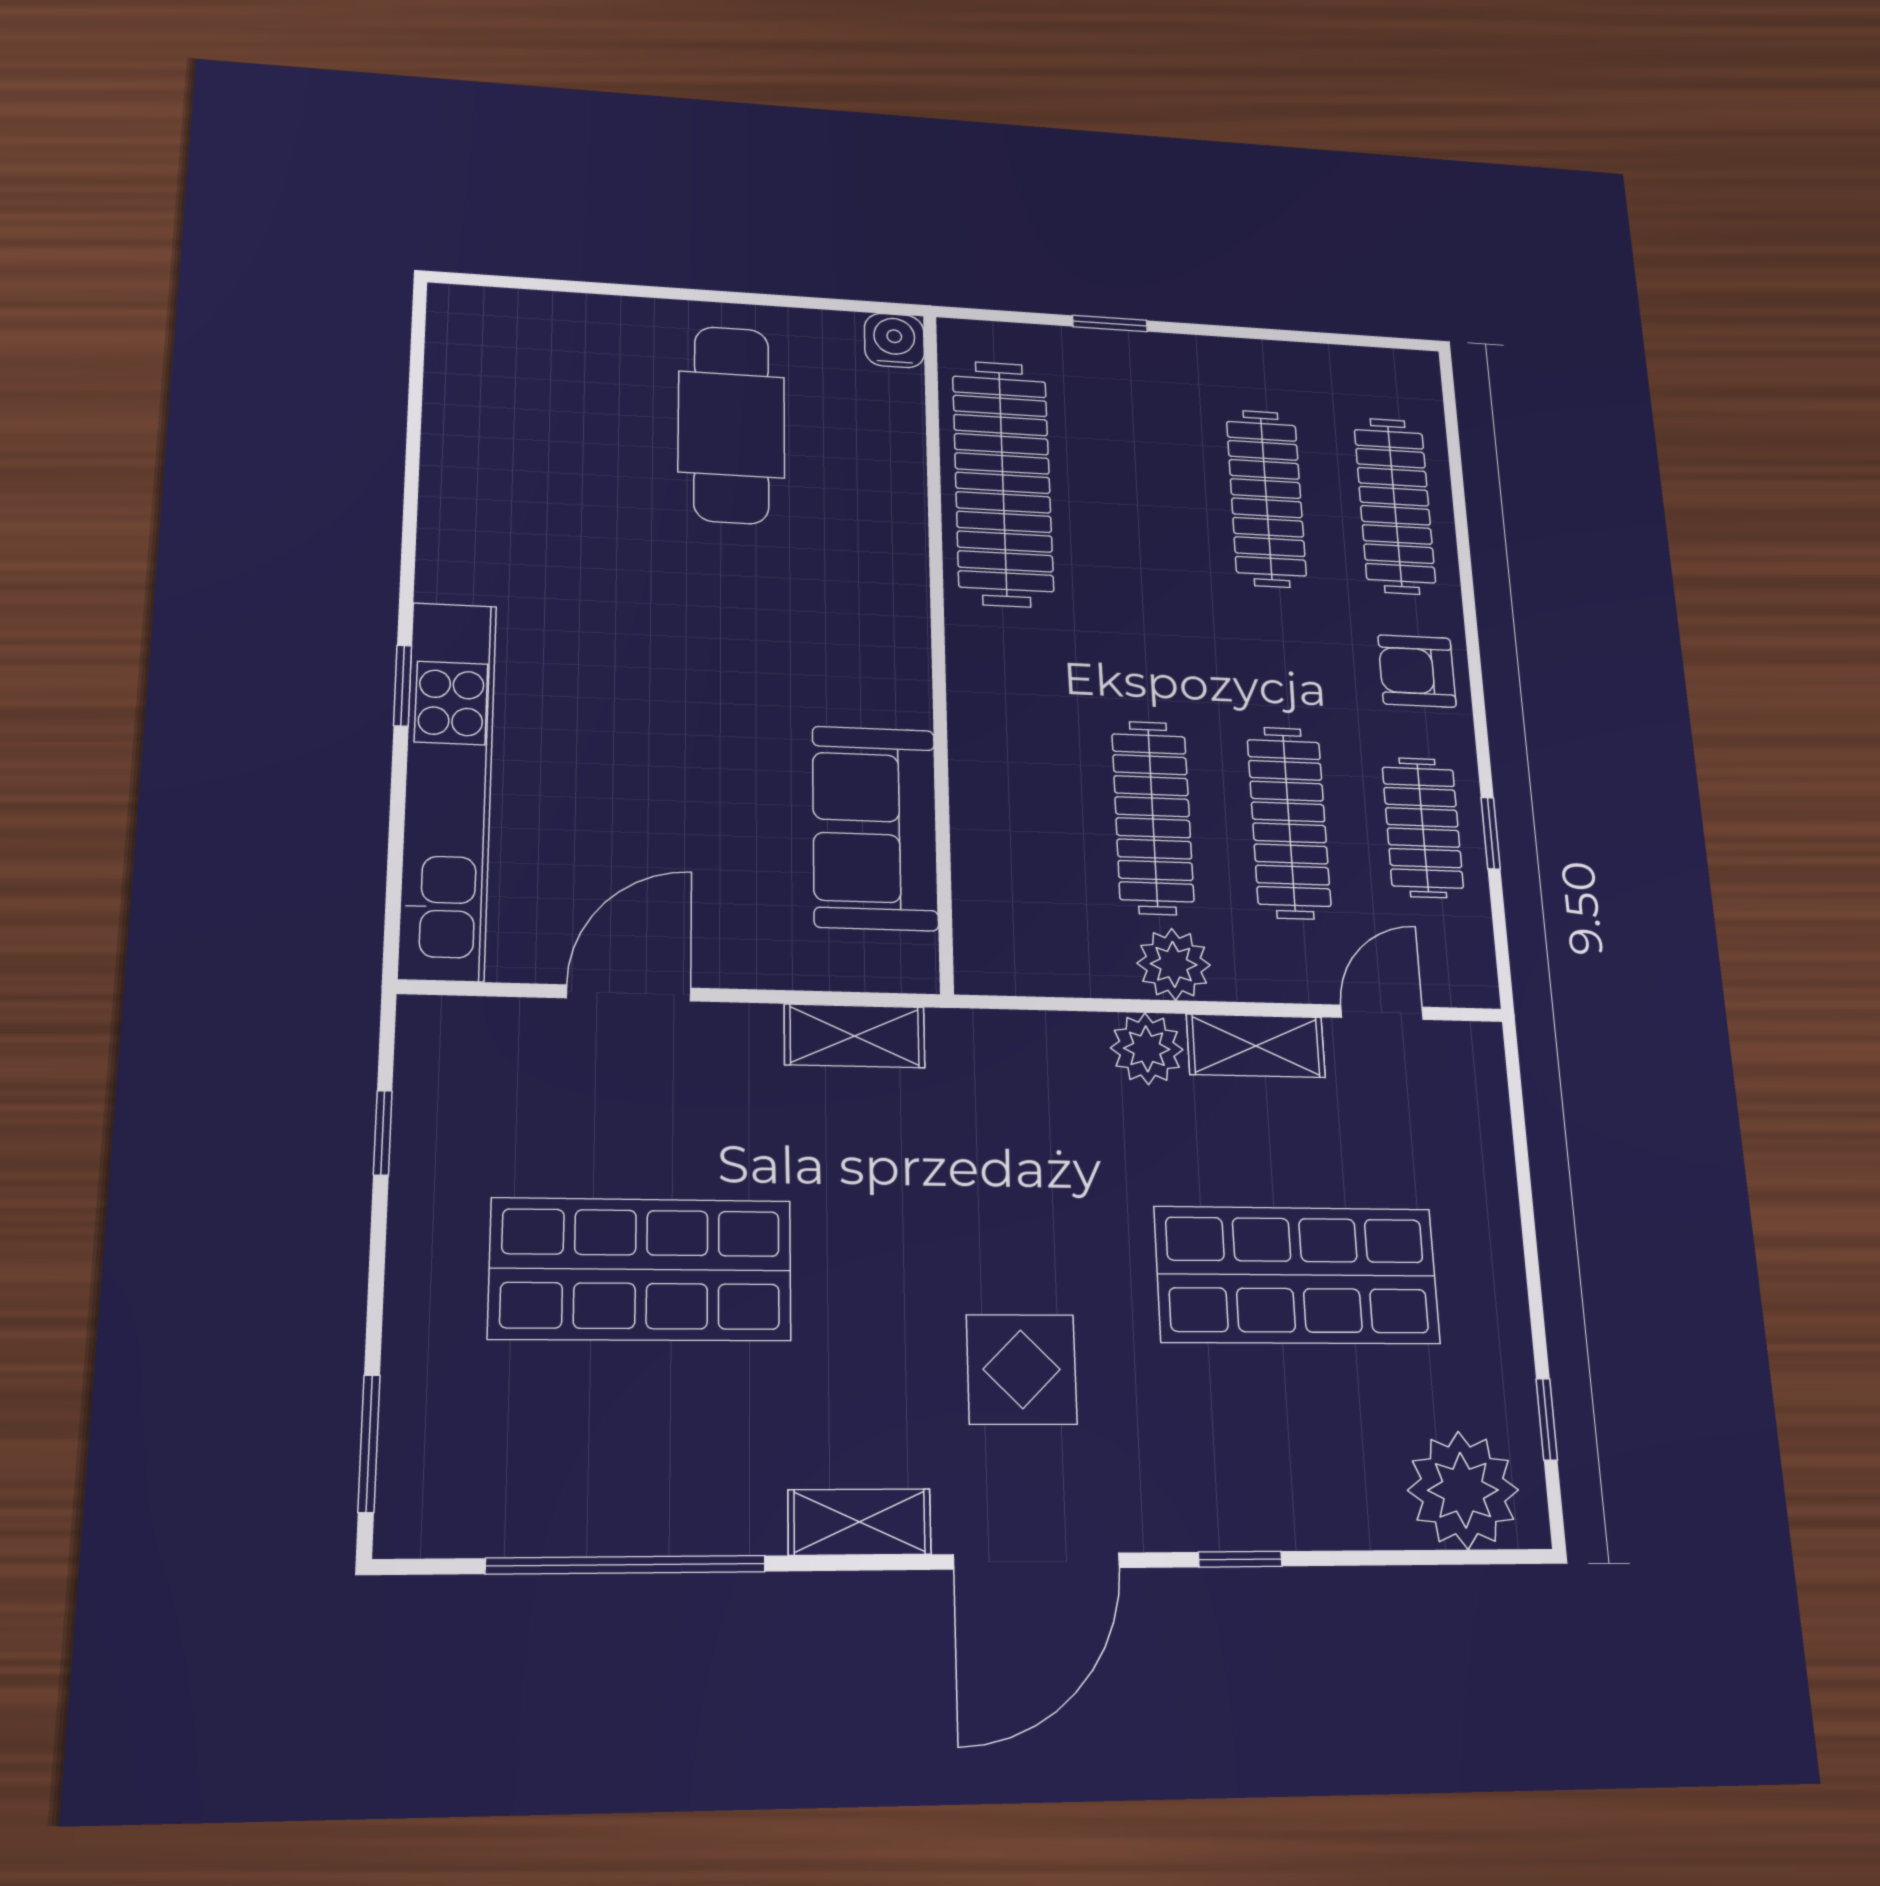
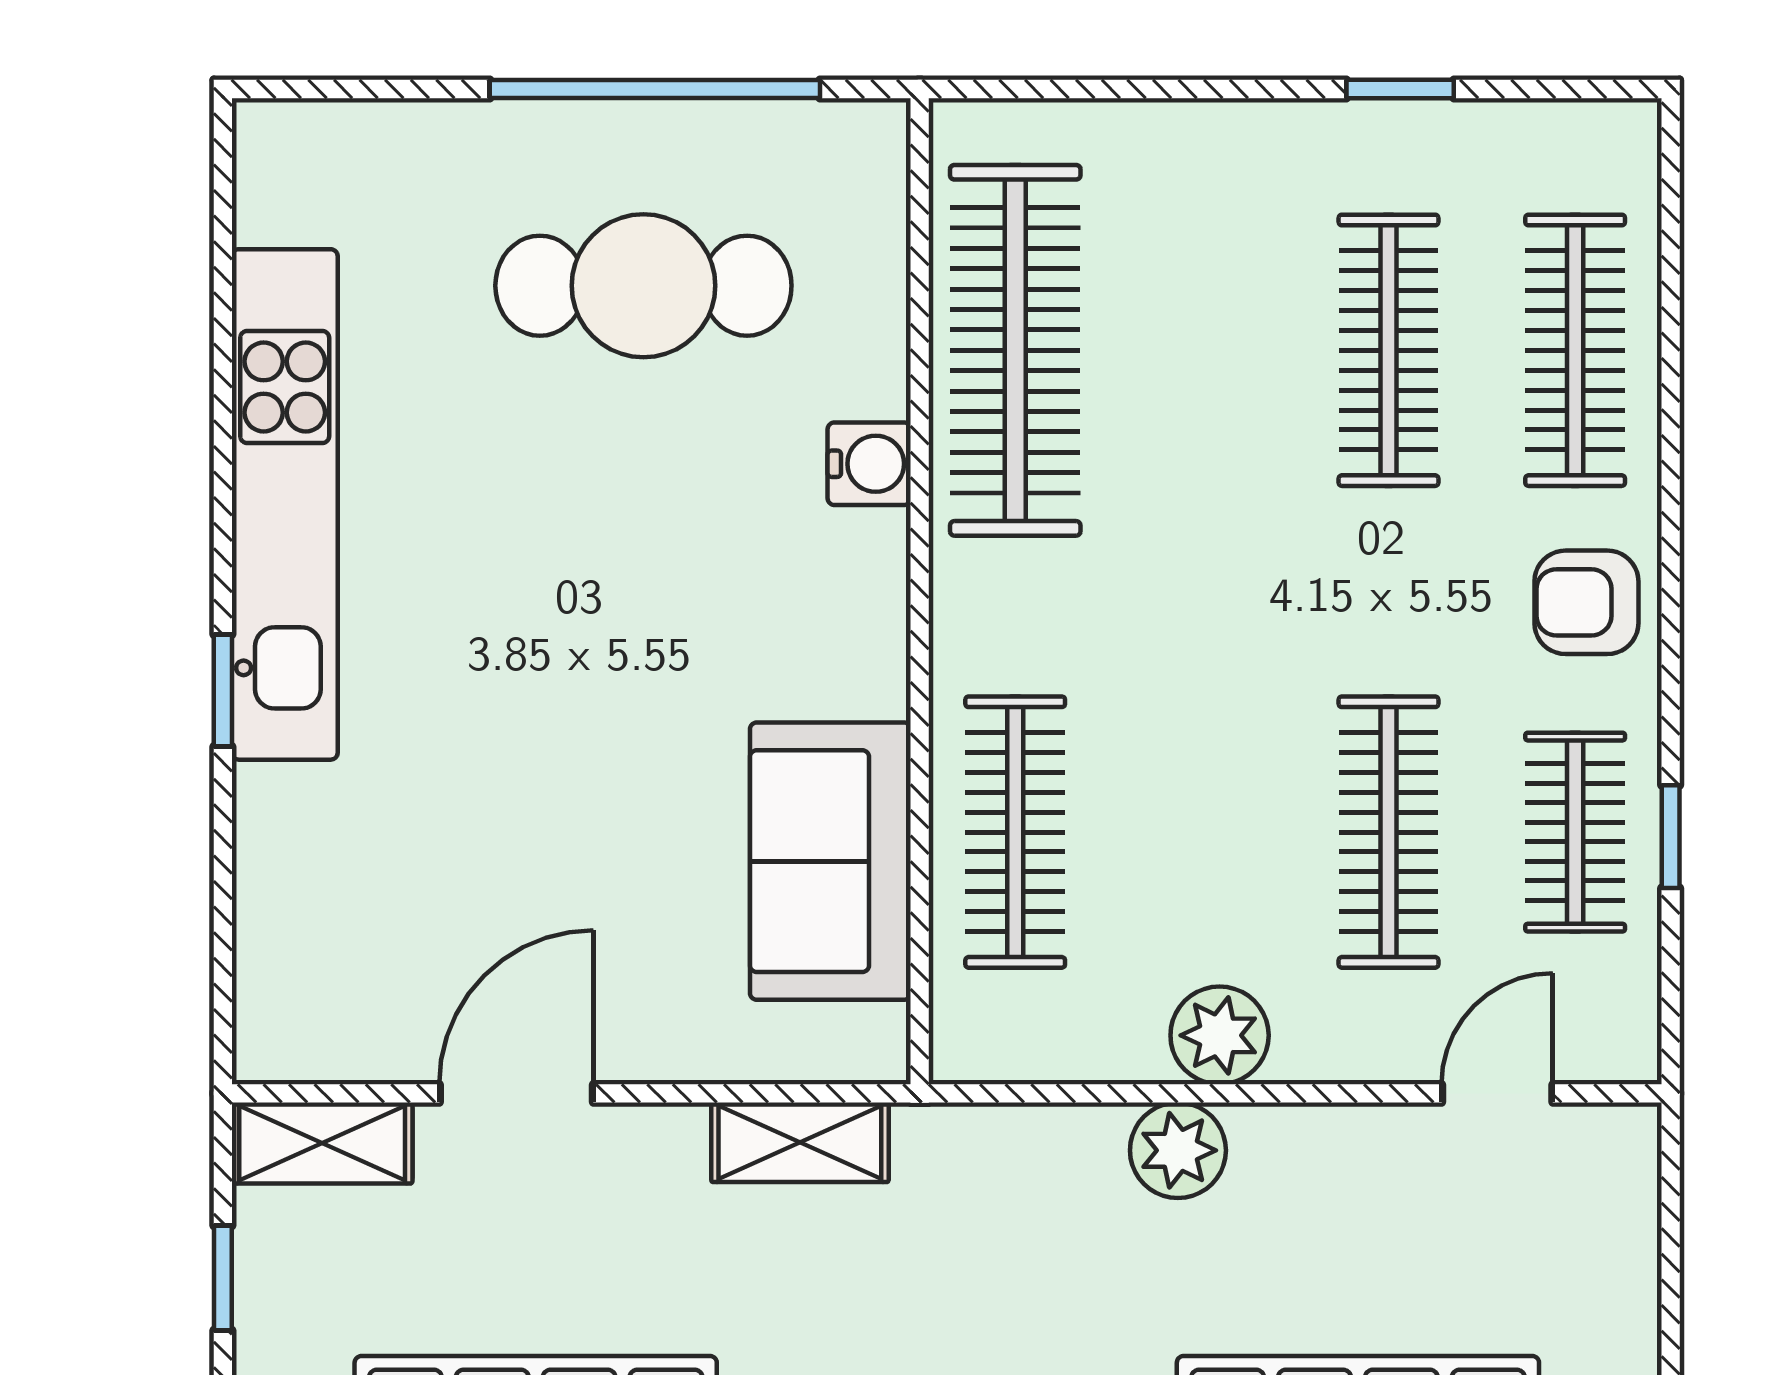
window: (740, 298) -> (655, 89), added
window: (1110, 323) -> (1400, 89), moved
water cooler: (894, 340) -> (869, 464), moved, turned 90
cafe table: (731, 424) -> (643, 286), turned 90
kitchen unit: (448, 788) -> (285, 504), moved
clothes rail: (1153, 817) -> (1015, 832), moved
shelving: (1256, 1046) -> (322, 1143), moved

